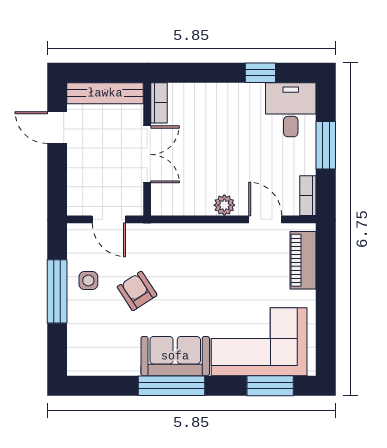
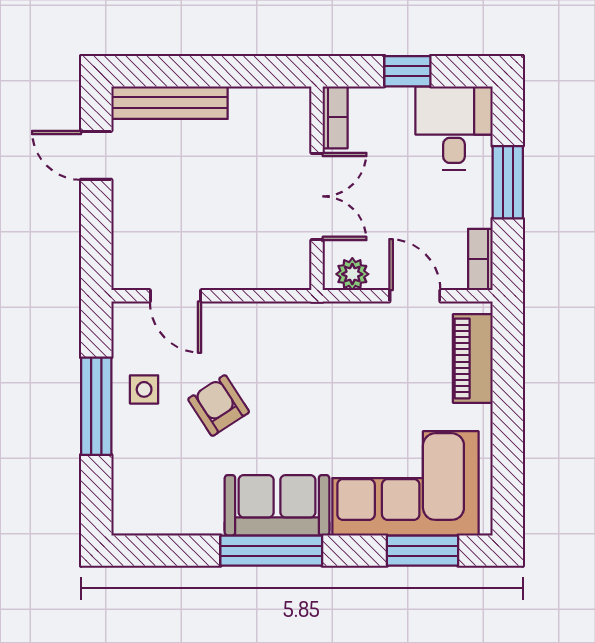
bookcase: (159, 103) -> (335, 117), moved
wall: (147, 149) -> (317, 188), moved
double door: (147, 154) -> (317, 196), moved

